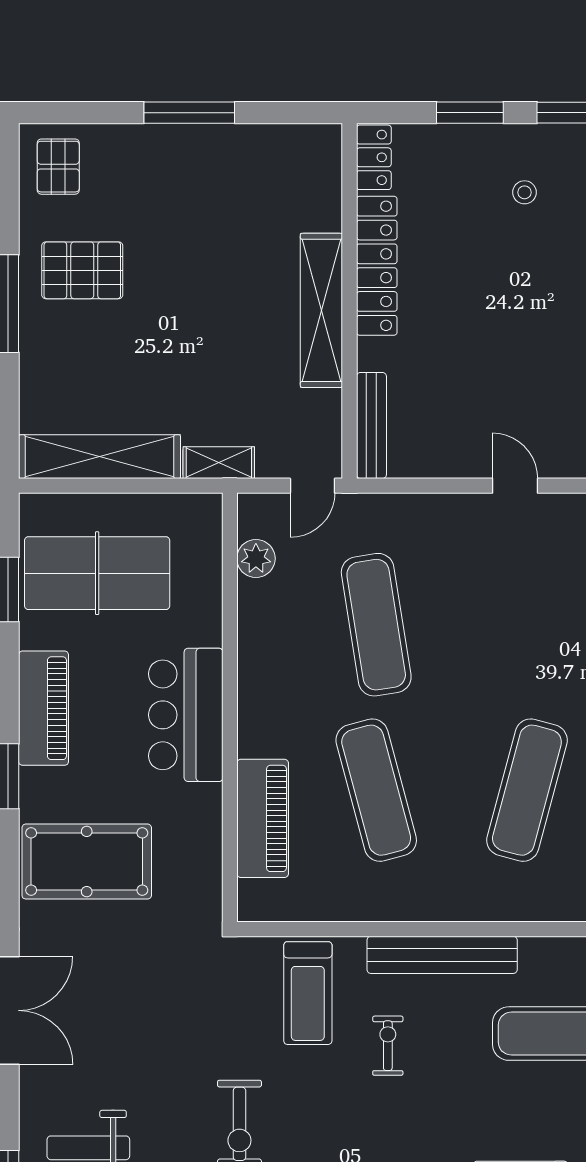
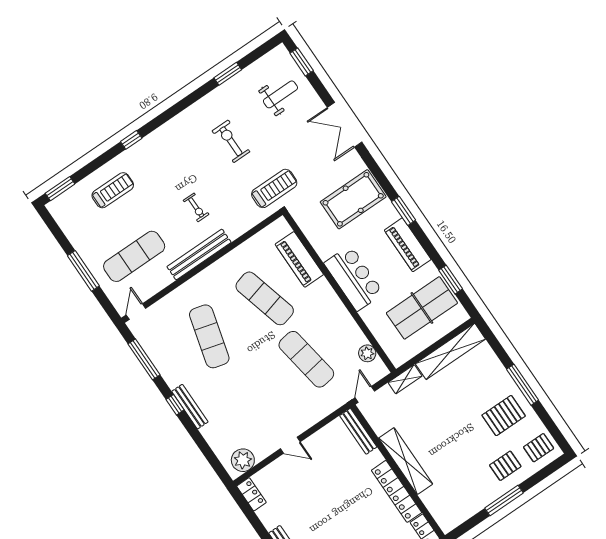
pallet: (58, 167) -> (539, 448), turned 90
pallet: (143, 175) -> (505, 466), added
treadmill: (308, 993) -> (274, 188), moved, turned 90

